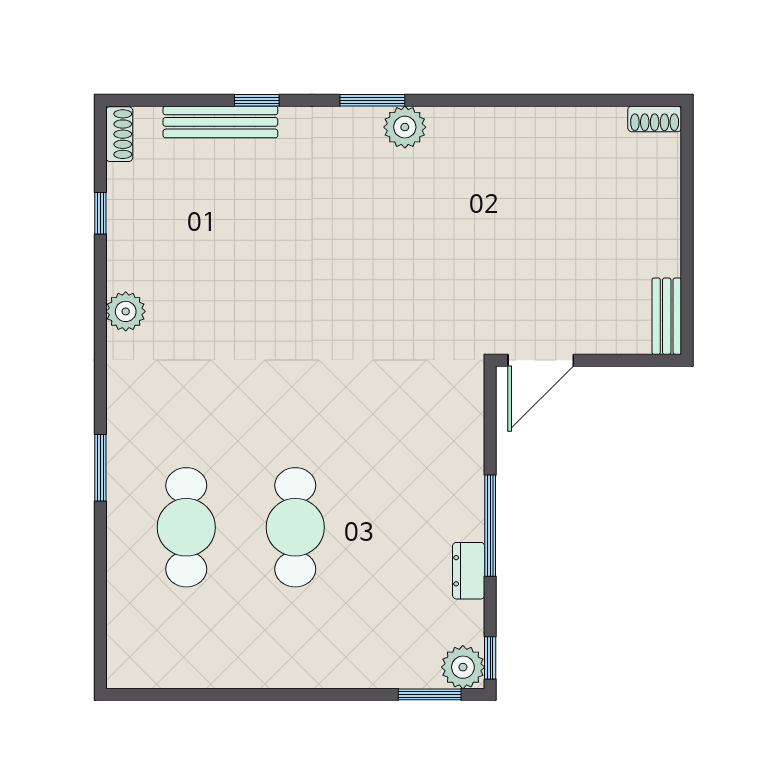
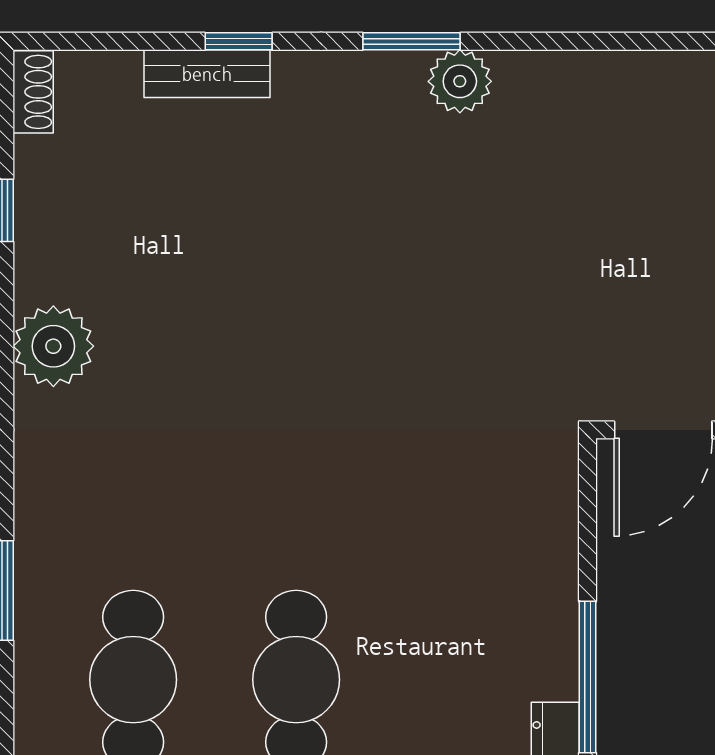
bench: (220, 122) -> (207, 74), width x0.73
plant: (126, 311) -> (53, 346), width x1.36, depth x1.36

